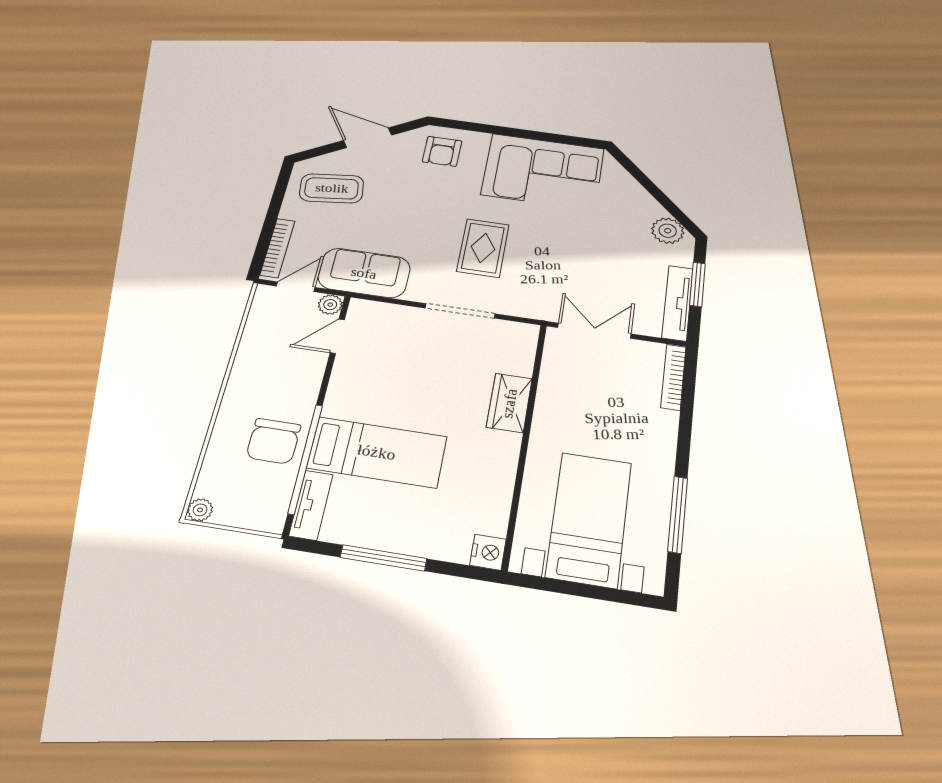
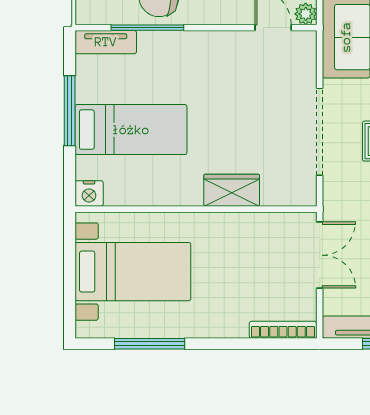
doorway: (460, 311) -> (320, 132), width x1.36
bed: (377, 452) -> (131, 130), moved, turned -90
window: (305, 458) -> (147, 28), width x0.68

